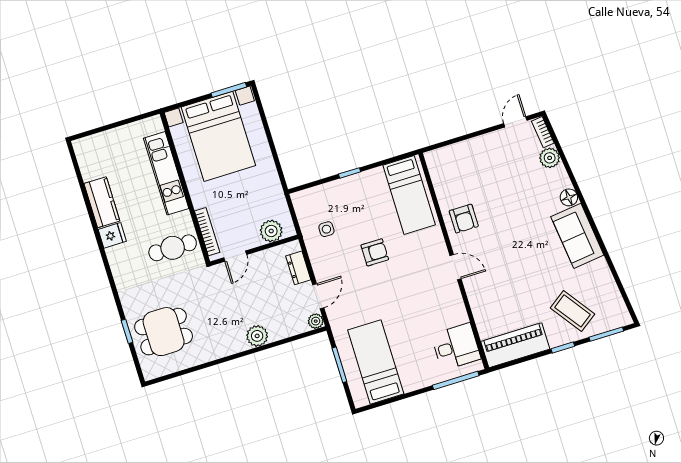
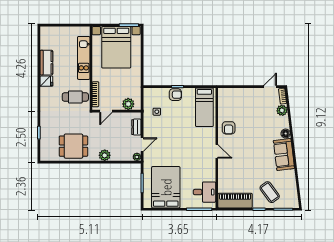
armchair: (375, 252) -> (175, 95), moved
dining table: (164, 332) -> (73, 146), moved
bed: (376, 362) -> (166, 187), width x1.50

